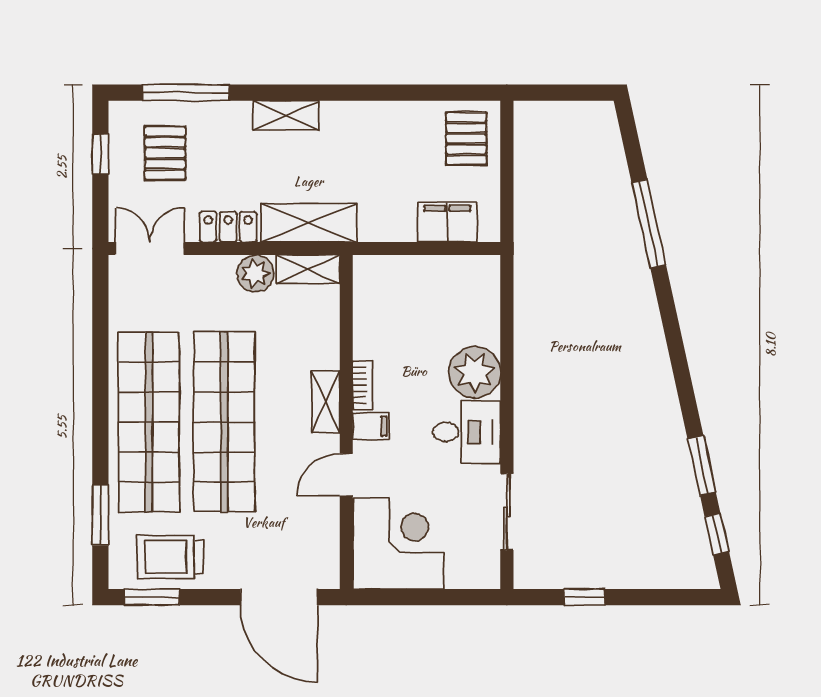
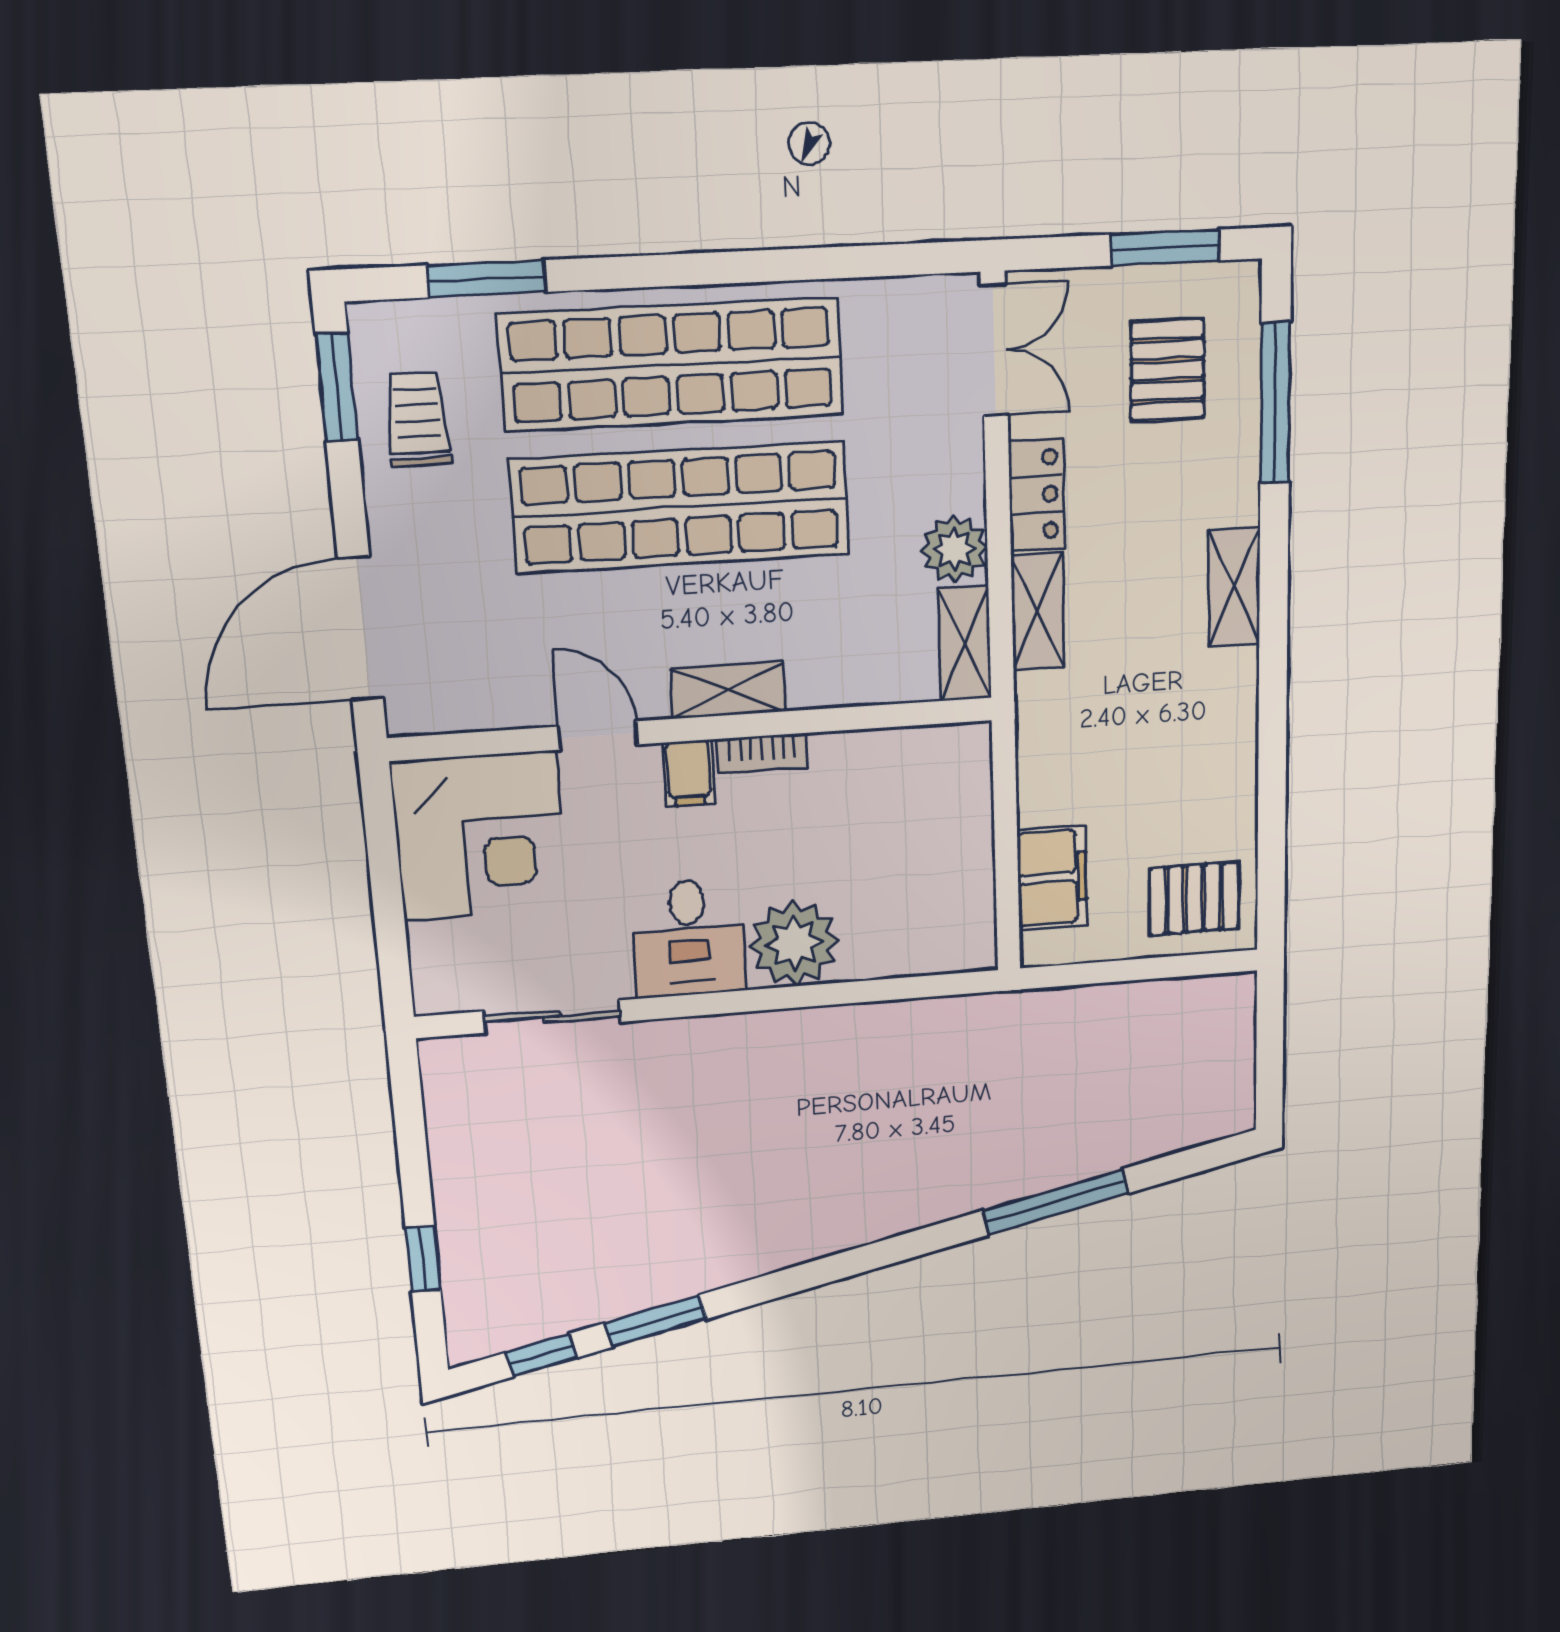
pallet: (165, 153) -> (1168, 370), turned 90
window: (100, 154) -> (1165, 248), width x1.50
shelving: (309, 223) -> (1038, 612), width x0.67, depth x0.75
trolley: (170, 557) -> (418, 419), width x0.73, depth x0.72
window: (584, 597) -> (423, 1259), moved

